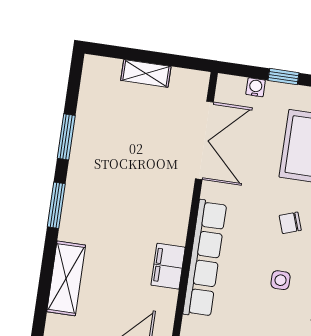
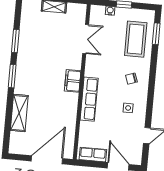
double door: (204, 140) -> (86, 39), width x0.73
row of seats: (205, 259) -> (89, 99), width x0.73
filing cabinet: (168, 266) -> (73, 81), moved

